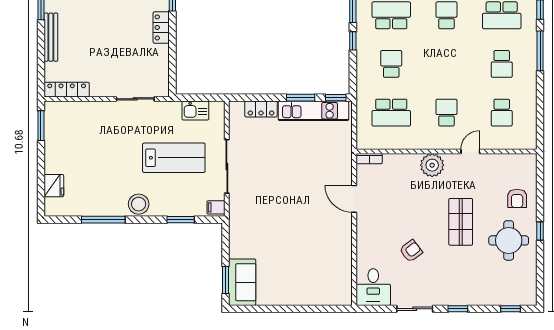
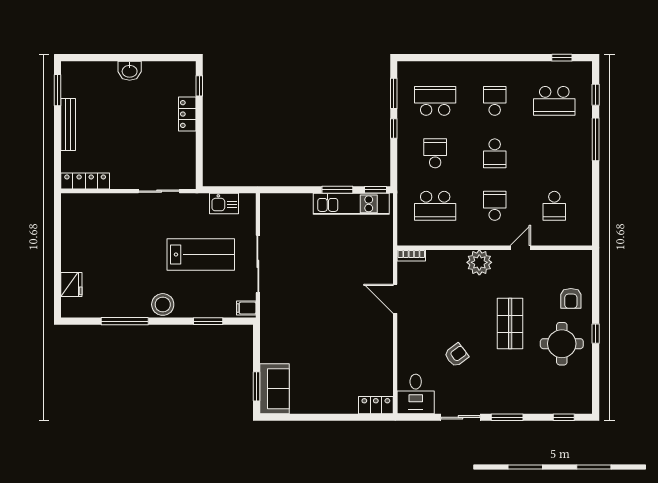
school desk: (502, 64) -> (495, 153), moved
locker: (261, 109) -> (376, 405), moved, turned 180
window: (41, 126) -> (57, 220), removed
window: (458, 309) -> (507, 417), width x1.50

